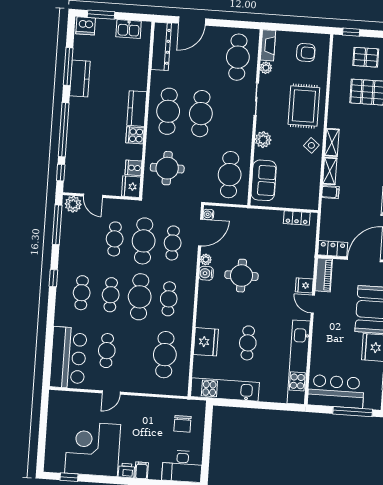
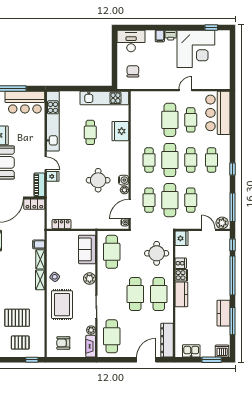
cooker: (134, 168) -> (181, 263), moved
cafe table: (165, 355) -> (170, 120), moved

